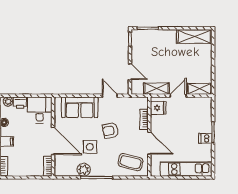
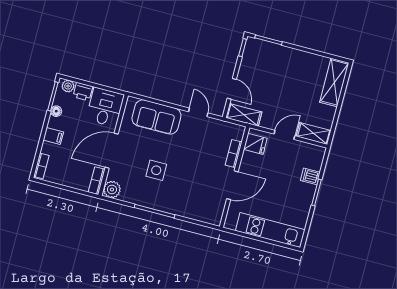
shelving: (194, 37) -> (334, 82), moved, turned 90
shelving: (156, 89) -> (244, 115), moved
armchair: (110, 131) -> (188, 157), removed
dishwasher: (205, 138) -> (310, 176), moved
door: (53, 141) -> (112, 151), swing flipped
door: (149, 143) -> (232, 185), hinge flipped
coffee table: (130, 162) -> (202, 203), removed
plant: (84, 170) -> (112, 190), moved

